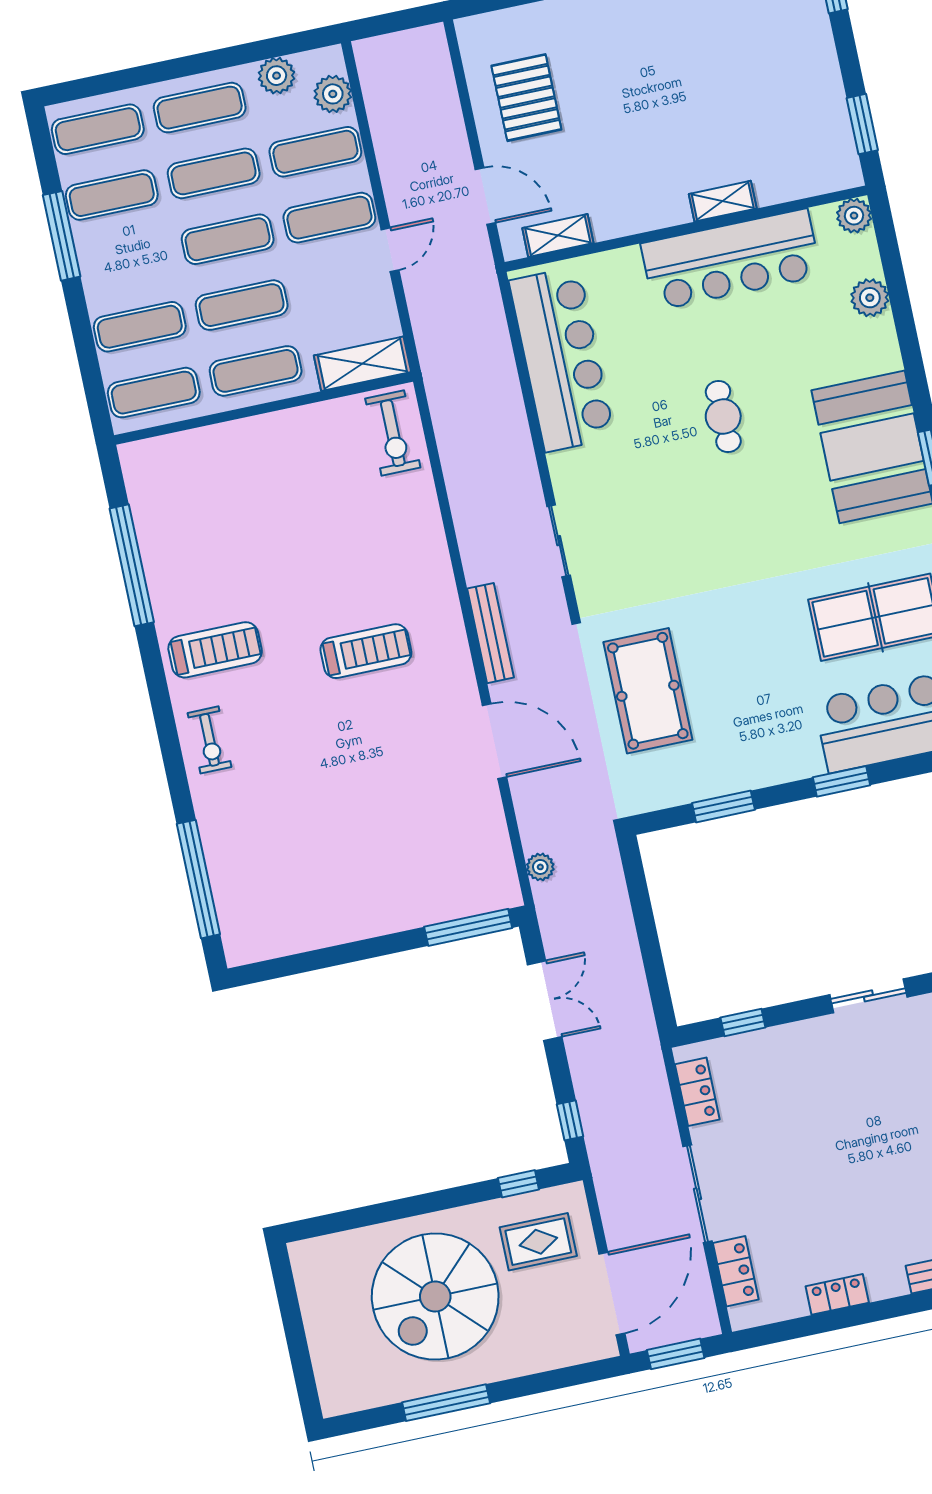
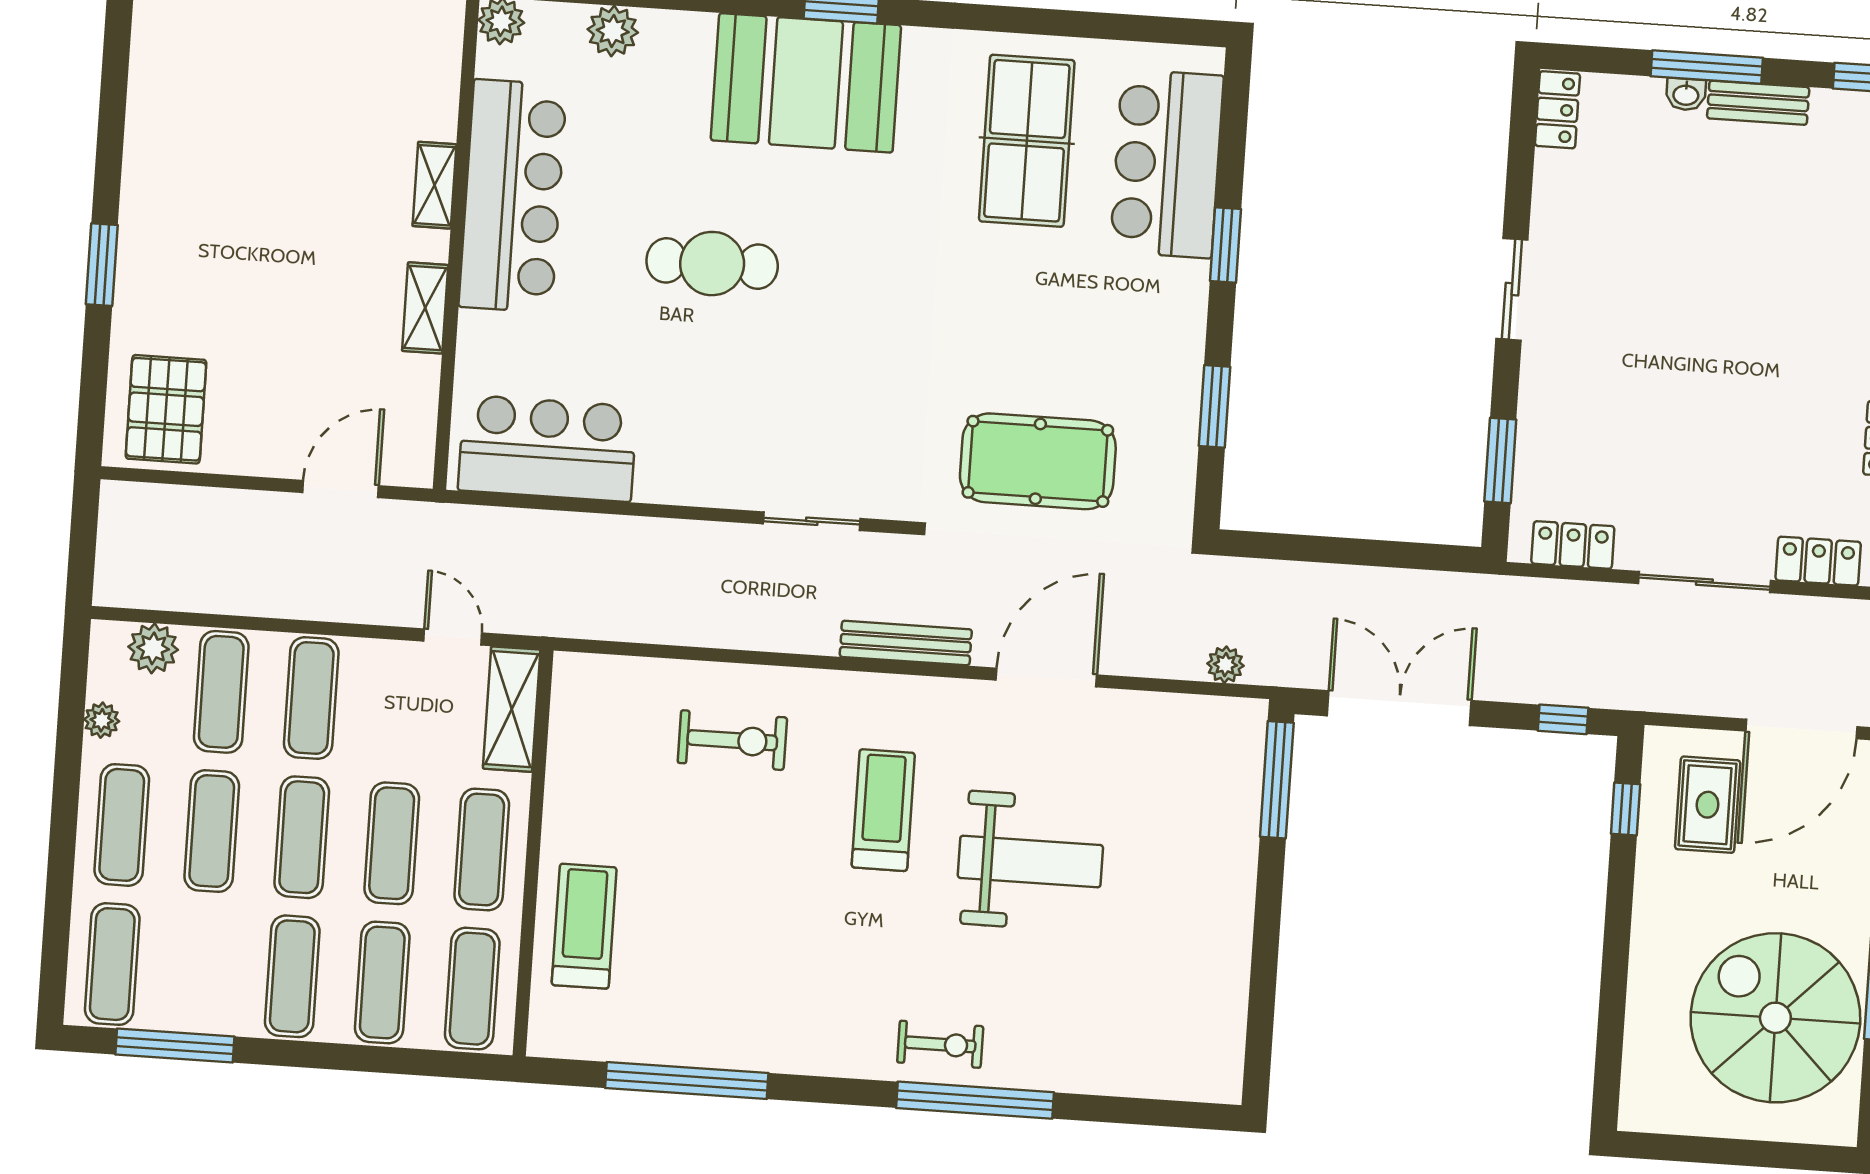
plant: (277, 76) -> (102, 720), width x0.73, depth x0.73
pallet: (526, 98) -> (166, 409), moved, turned 90
exercise mat: (112, 195) -> (292, 976), moved
window: (62, 236) -> (175, 1046), moved
shelving: (558, 236) -> (425, 308), moved
door: (390, 250) -> (453, 637), moved
bar counter: (562, 359) -> (547, 448), width x0.73
cafe table: (723, 416) -> (712, 264), width x1.37, depth x1.35
exercise bike: (393, 433) -> (732, 740), moved
treadmill: (215, 650) -> (584, 926), moved
weight bench: (359, 767) -> (1030, 862), added
window: (198, 879) -> (975, 1100), moved
double door: (545, 1001) -> (1399, 708), width x1.37
window: (743, 1023) -> (1500, 461), width x1.50
door: (612, 1293) -> (1801, 729), swing flipped
spiral stairs: (435, 1296) -> (1775, 1018), moved, turned 180

